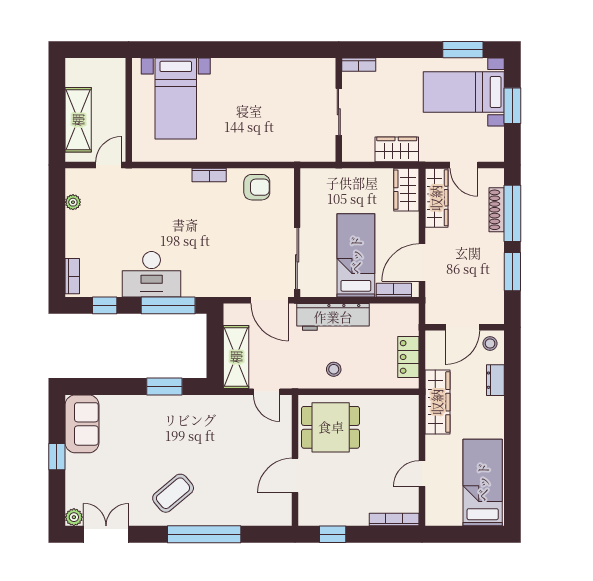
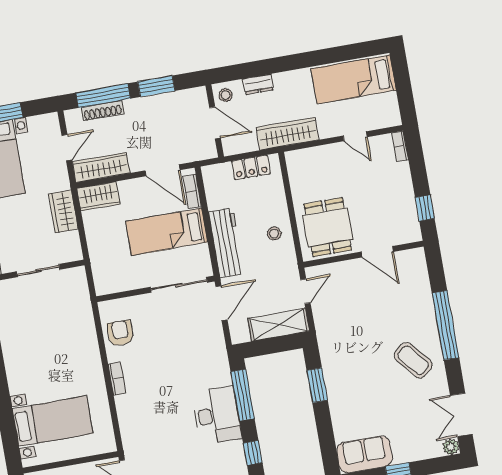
bookcase: (394, 520) -> (400, 146), width x0.64

